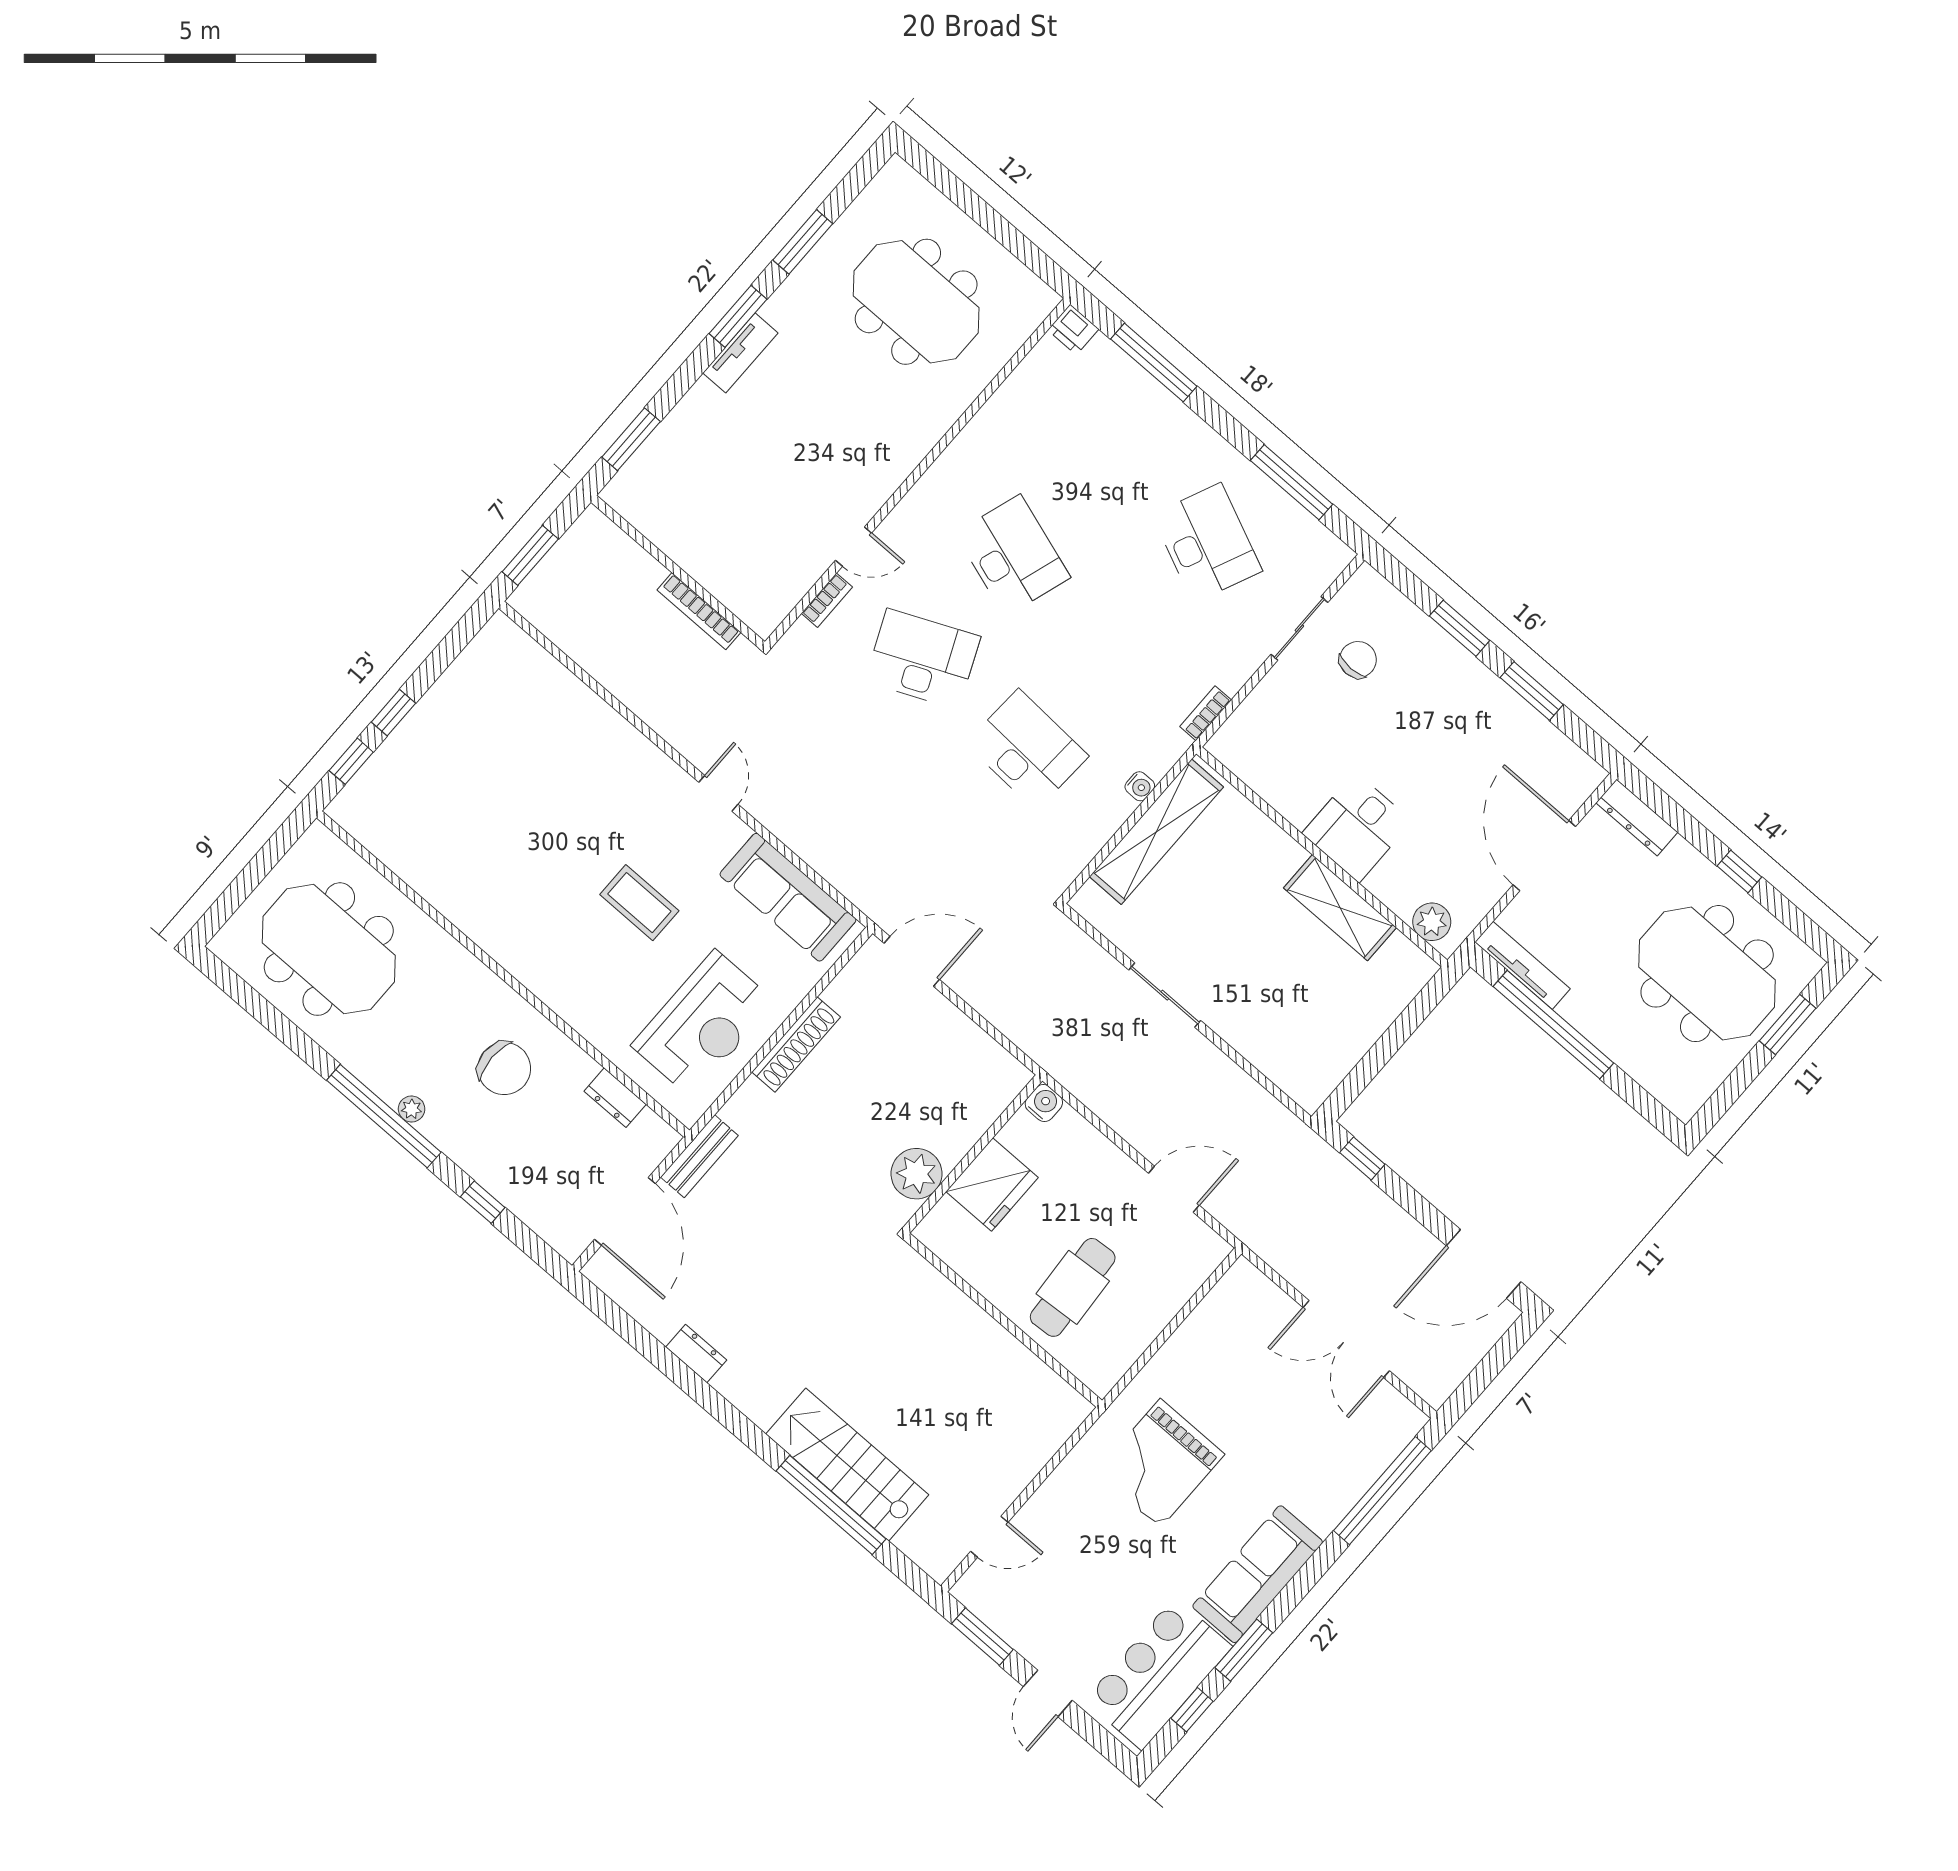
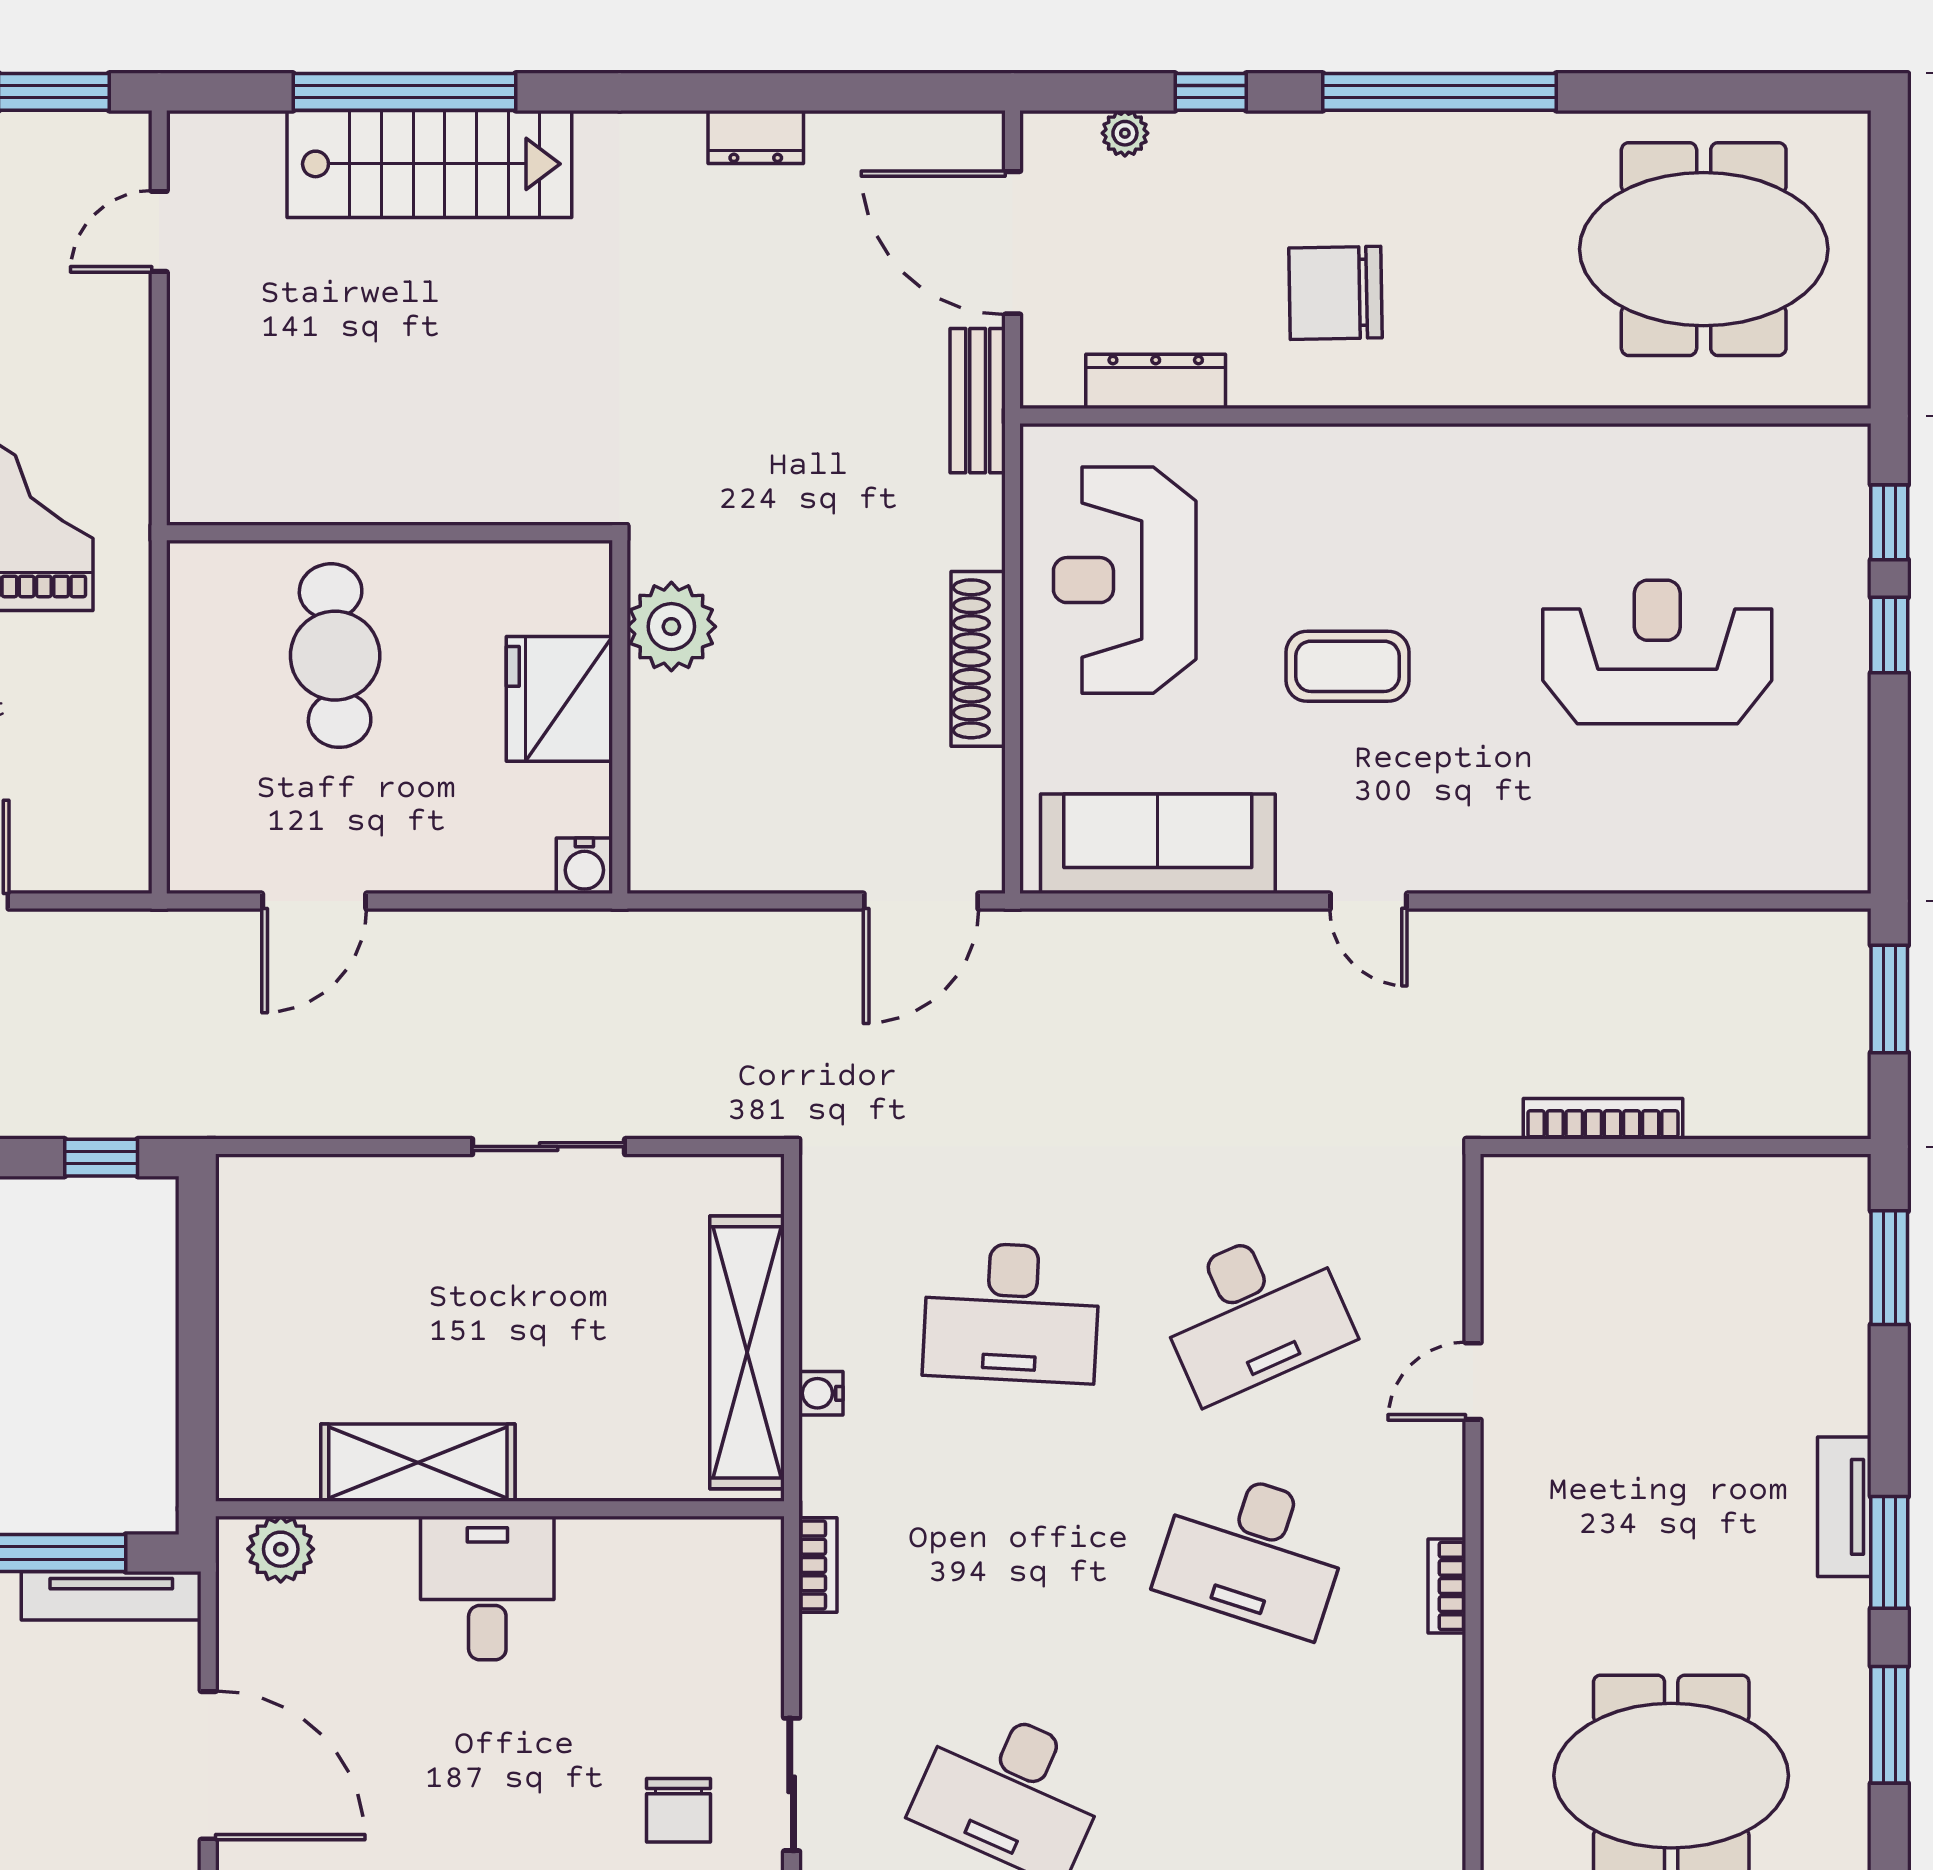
bookcase: (827, 600) -> (1447, 1586), moved
reception desk: (500, 792) -> (1657, 652), added
dresser: (615, 1098) -> (1156, 381), width x1.44
plant: (412, 1109) -> (1125, 133), moved

